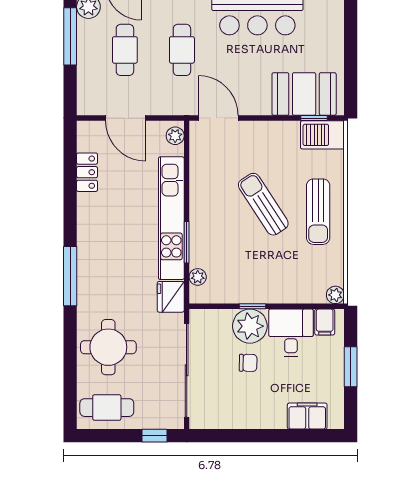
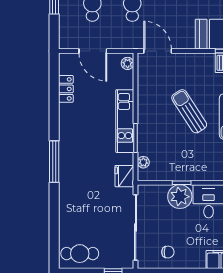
kitchen unit: (171, 218) -> (125, 121), width x0.73
round table: (108, 347) -> (81, 211), removed
chair: (248, 363) -> (168, 252), moved

